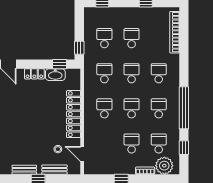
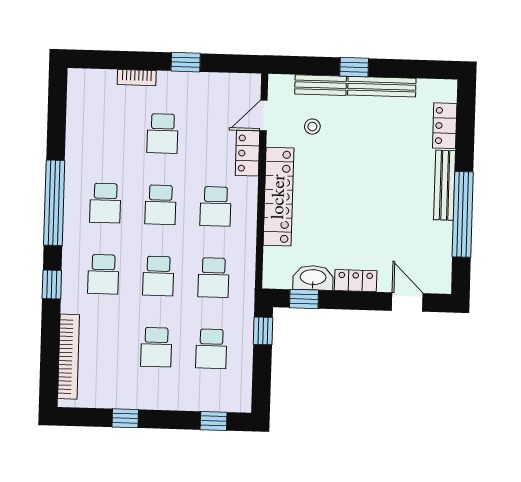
locker: (89, 135) -> (248, 153), added
school desk: (159, 143) -> (107, 132), removed
window: (184, 148) -> (52, 284), moved
door: (82, 154) -> (264, 115), swing flipped
plant: (164, 166) -> (98, 87), removed
bench: (24, 170) -> (382, 87), width x1.36

